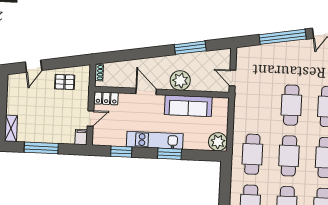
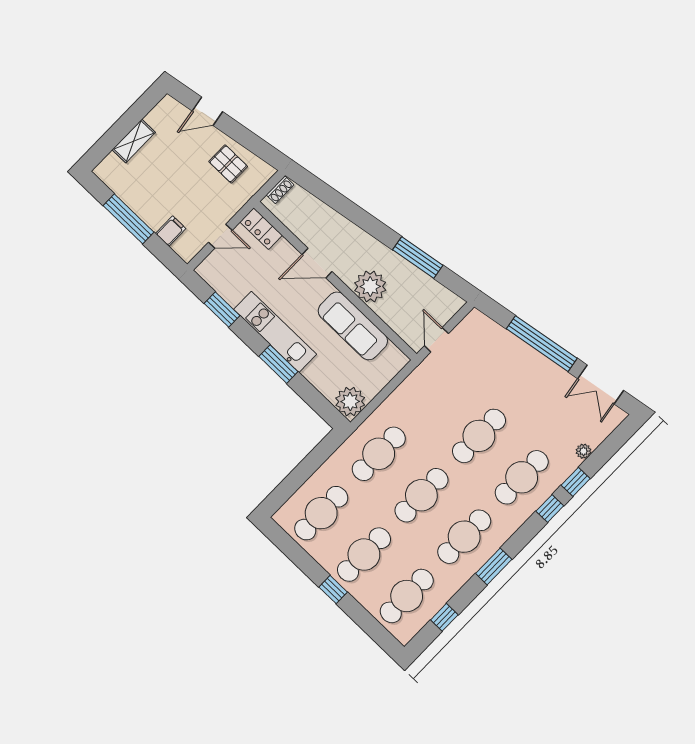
door: (146, 91) -> (317, 263), swing flipped
shelving: (11, 128) -> (134, 141), moved
filing cabinet: (81, 137) -> (171, 231), moved

